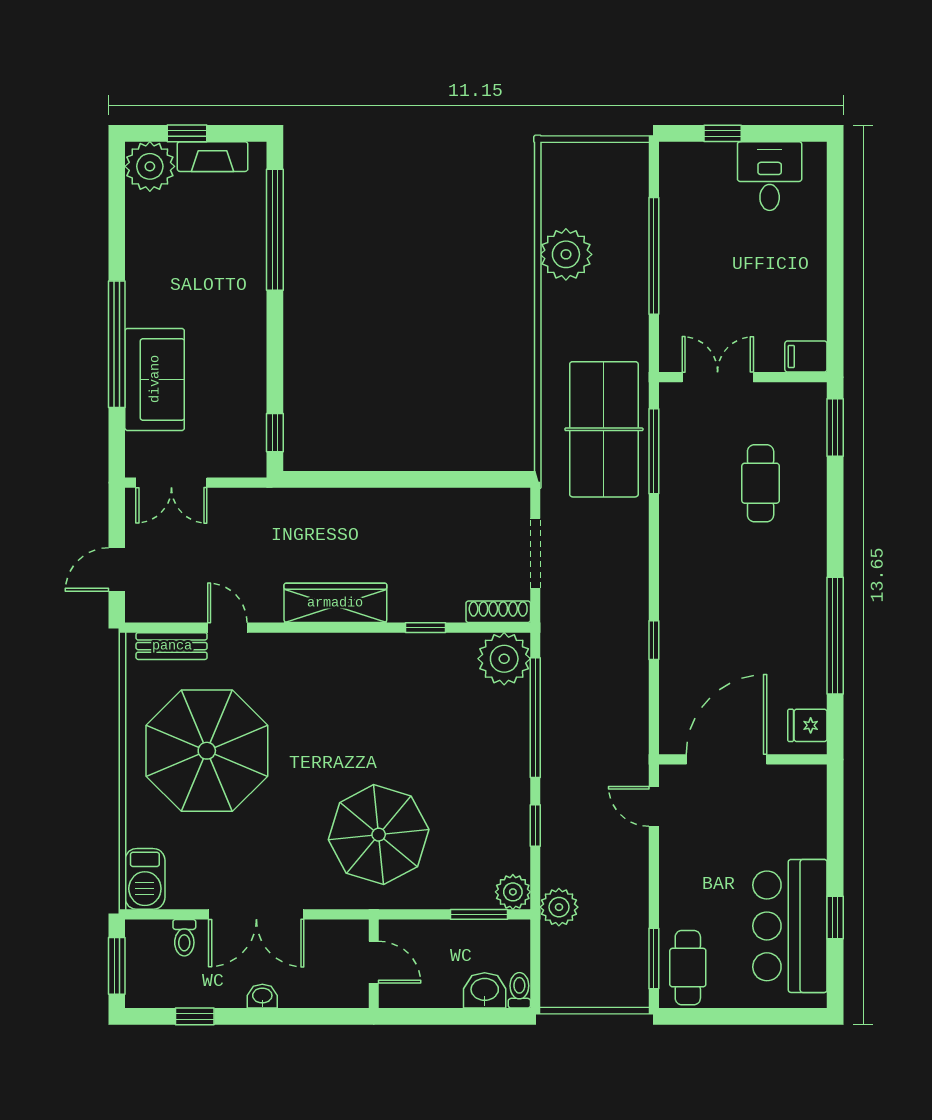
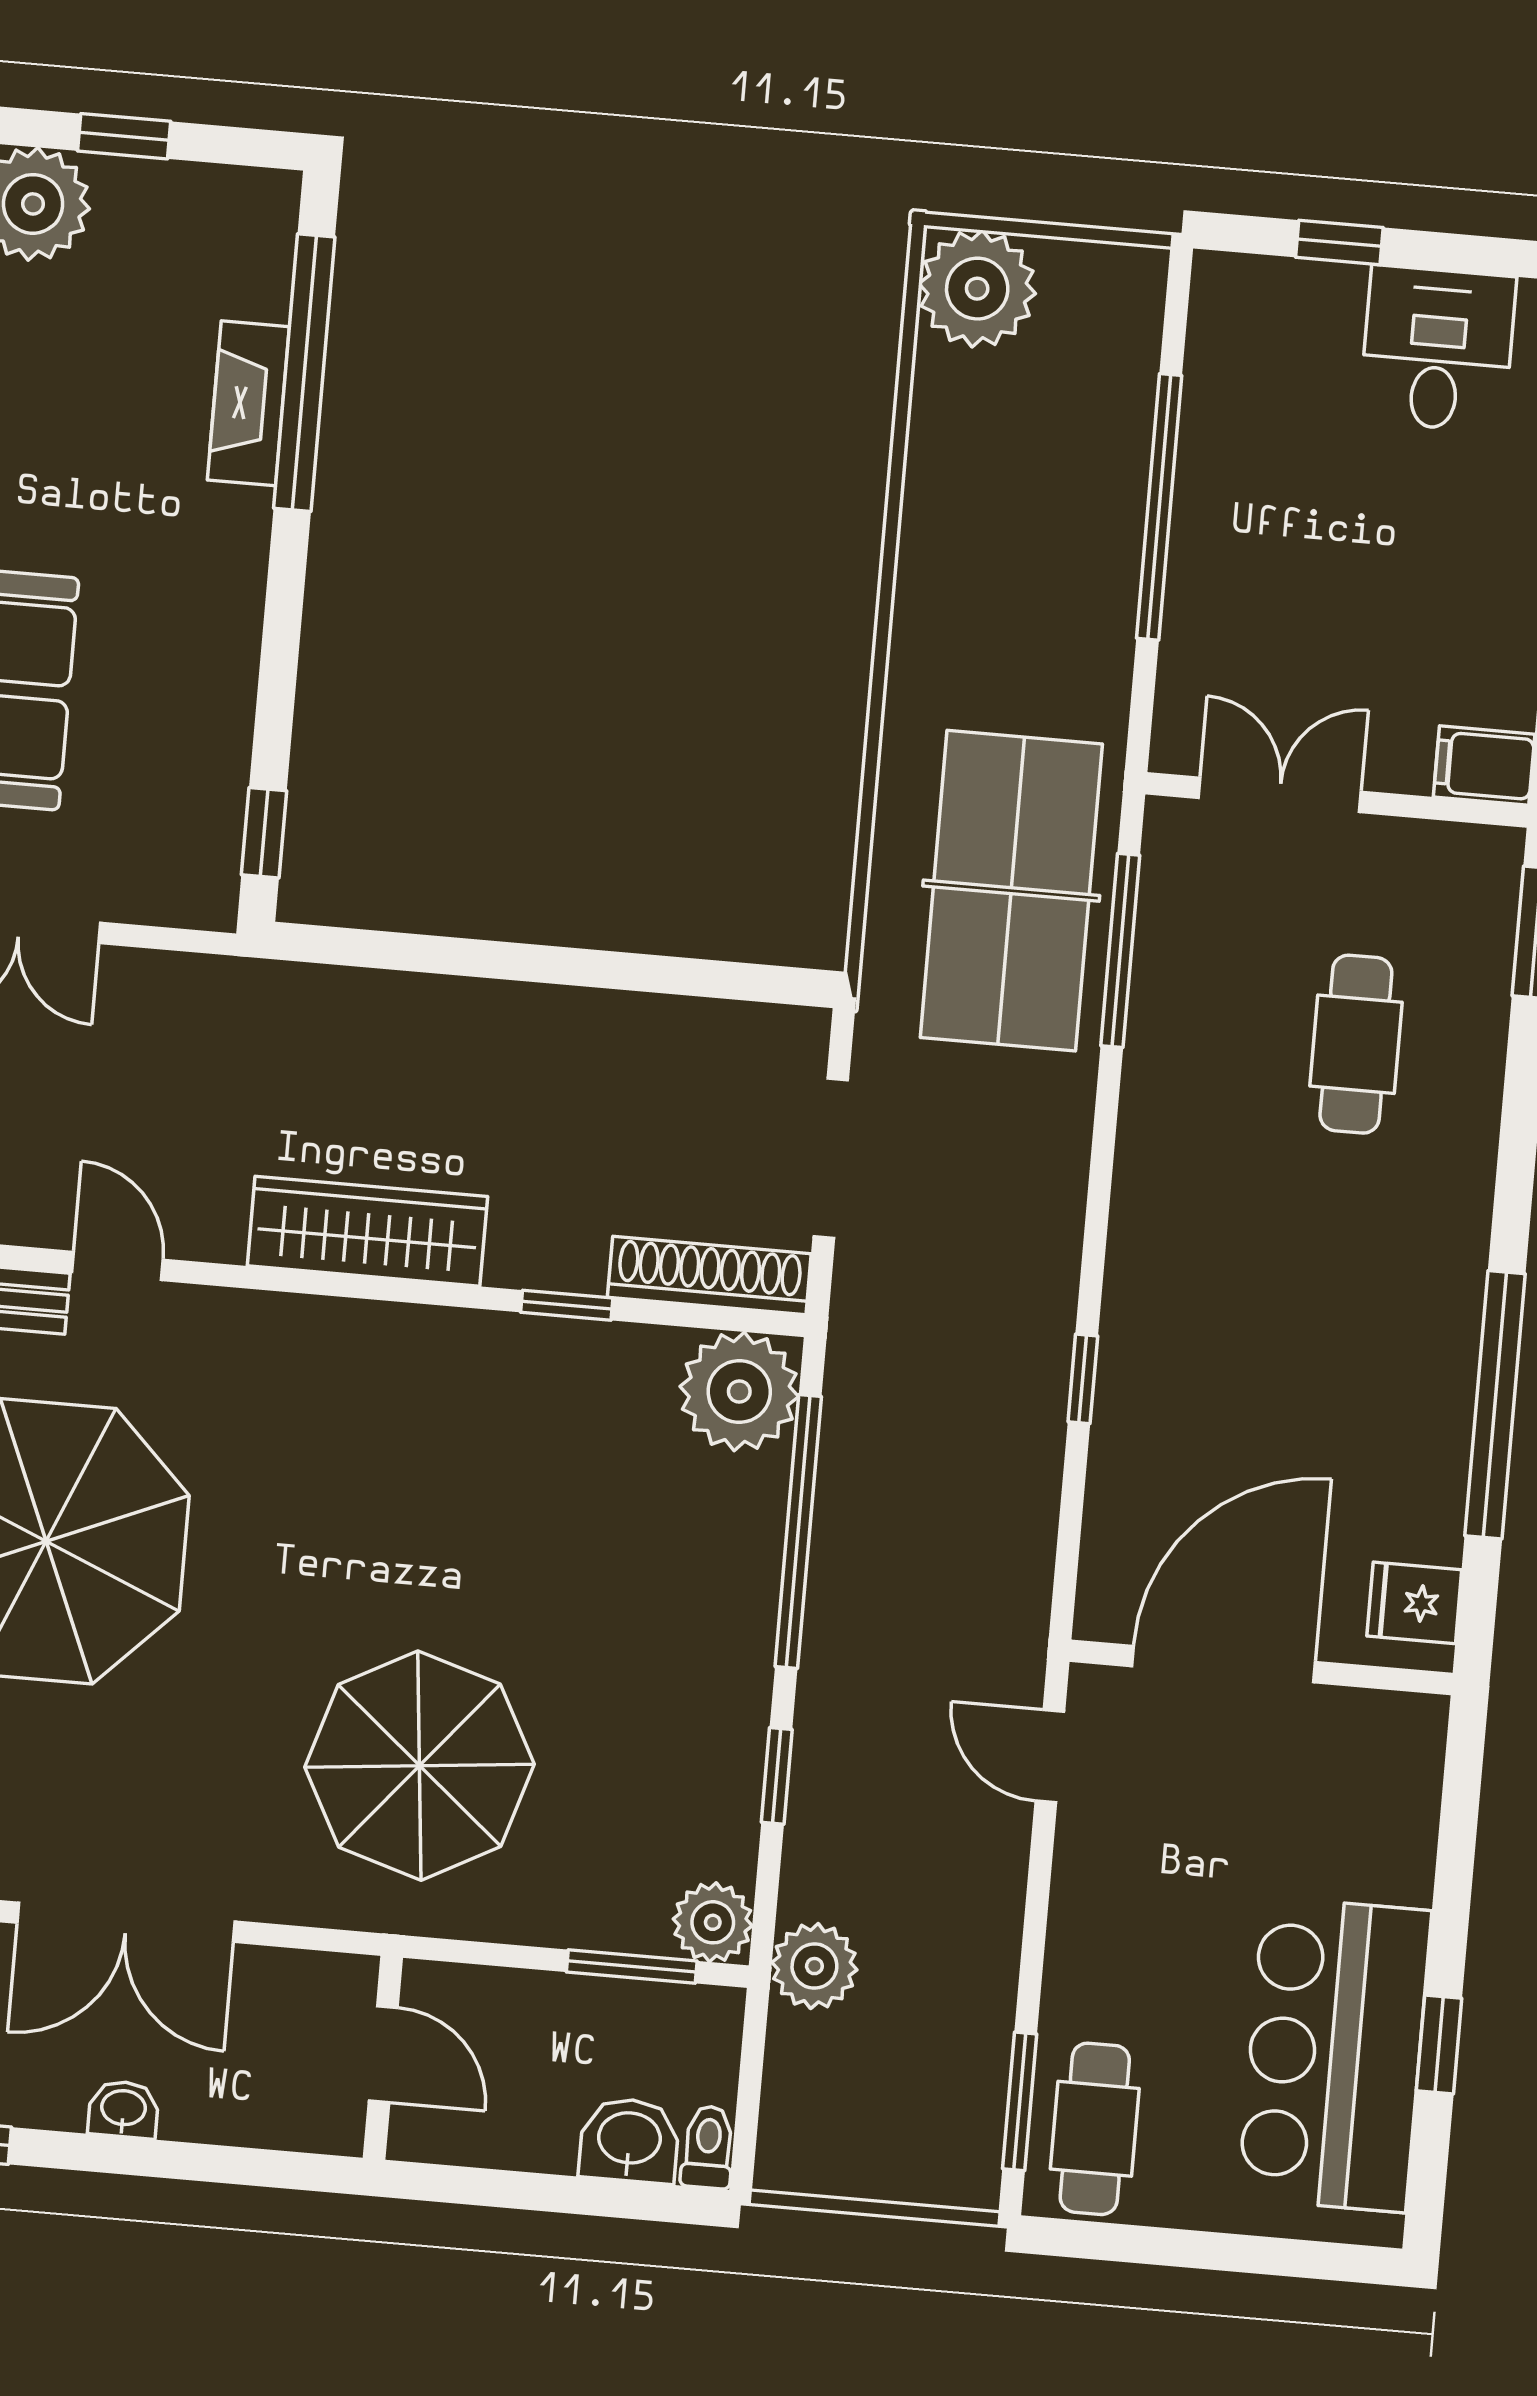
fireplace: (213, 157) -> (248, 403), moved, turned 90
plant: (566, 254) -> (977, 289), moved
shoe rack: (498, 612) -> (709, 1276), width x1.36, depth x1.24

